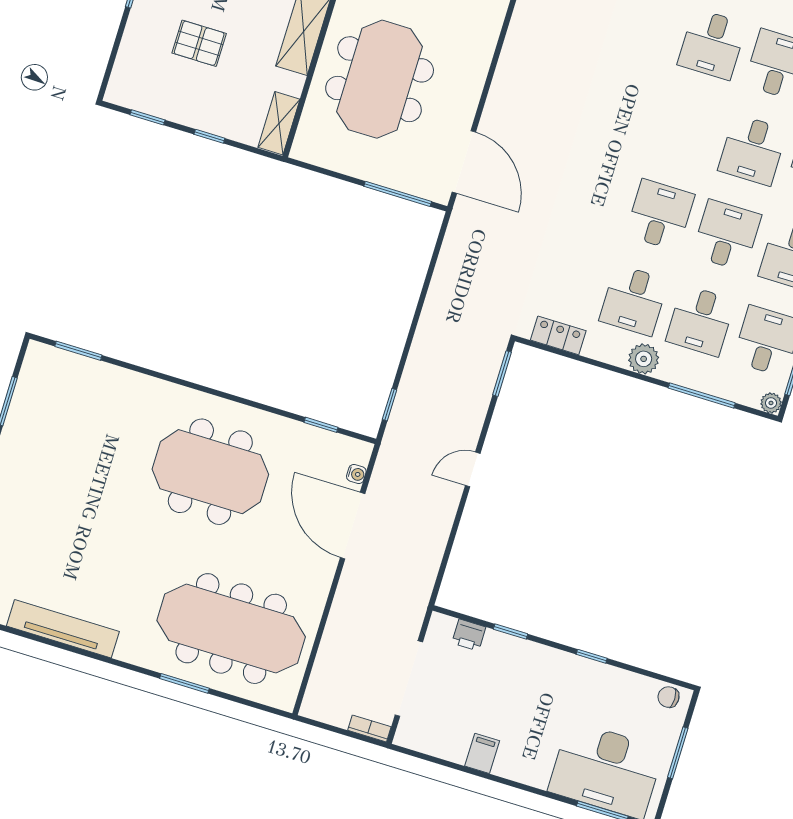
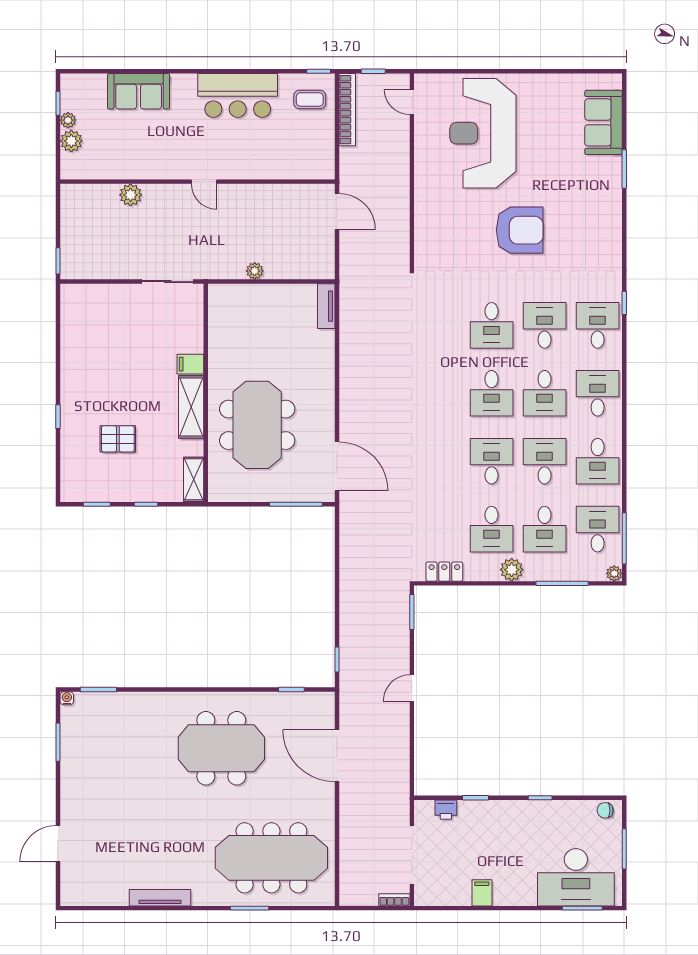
desk: (686, 130) -> (492, 393), added
water cooler: (356, 474) -> (67, 698), moved, turned -90
tv unit: (63, 629) -> (160, 898), width x0.73, depth x0.78

